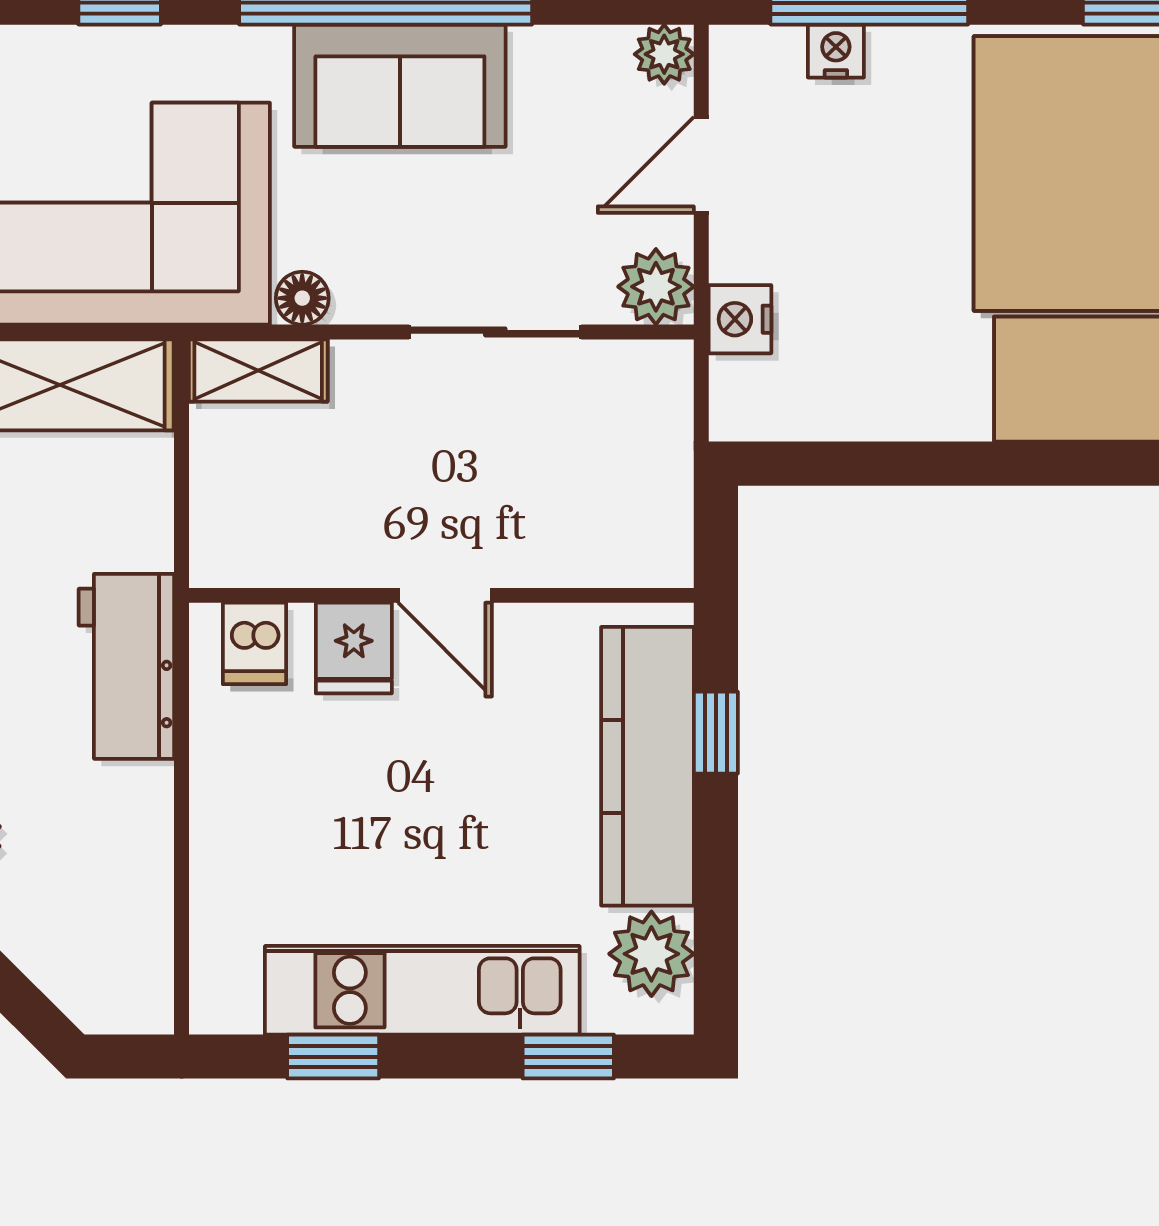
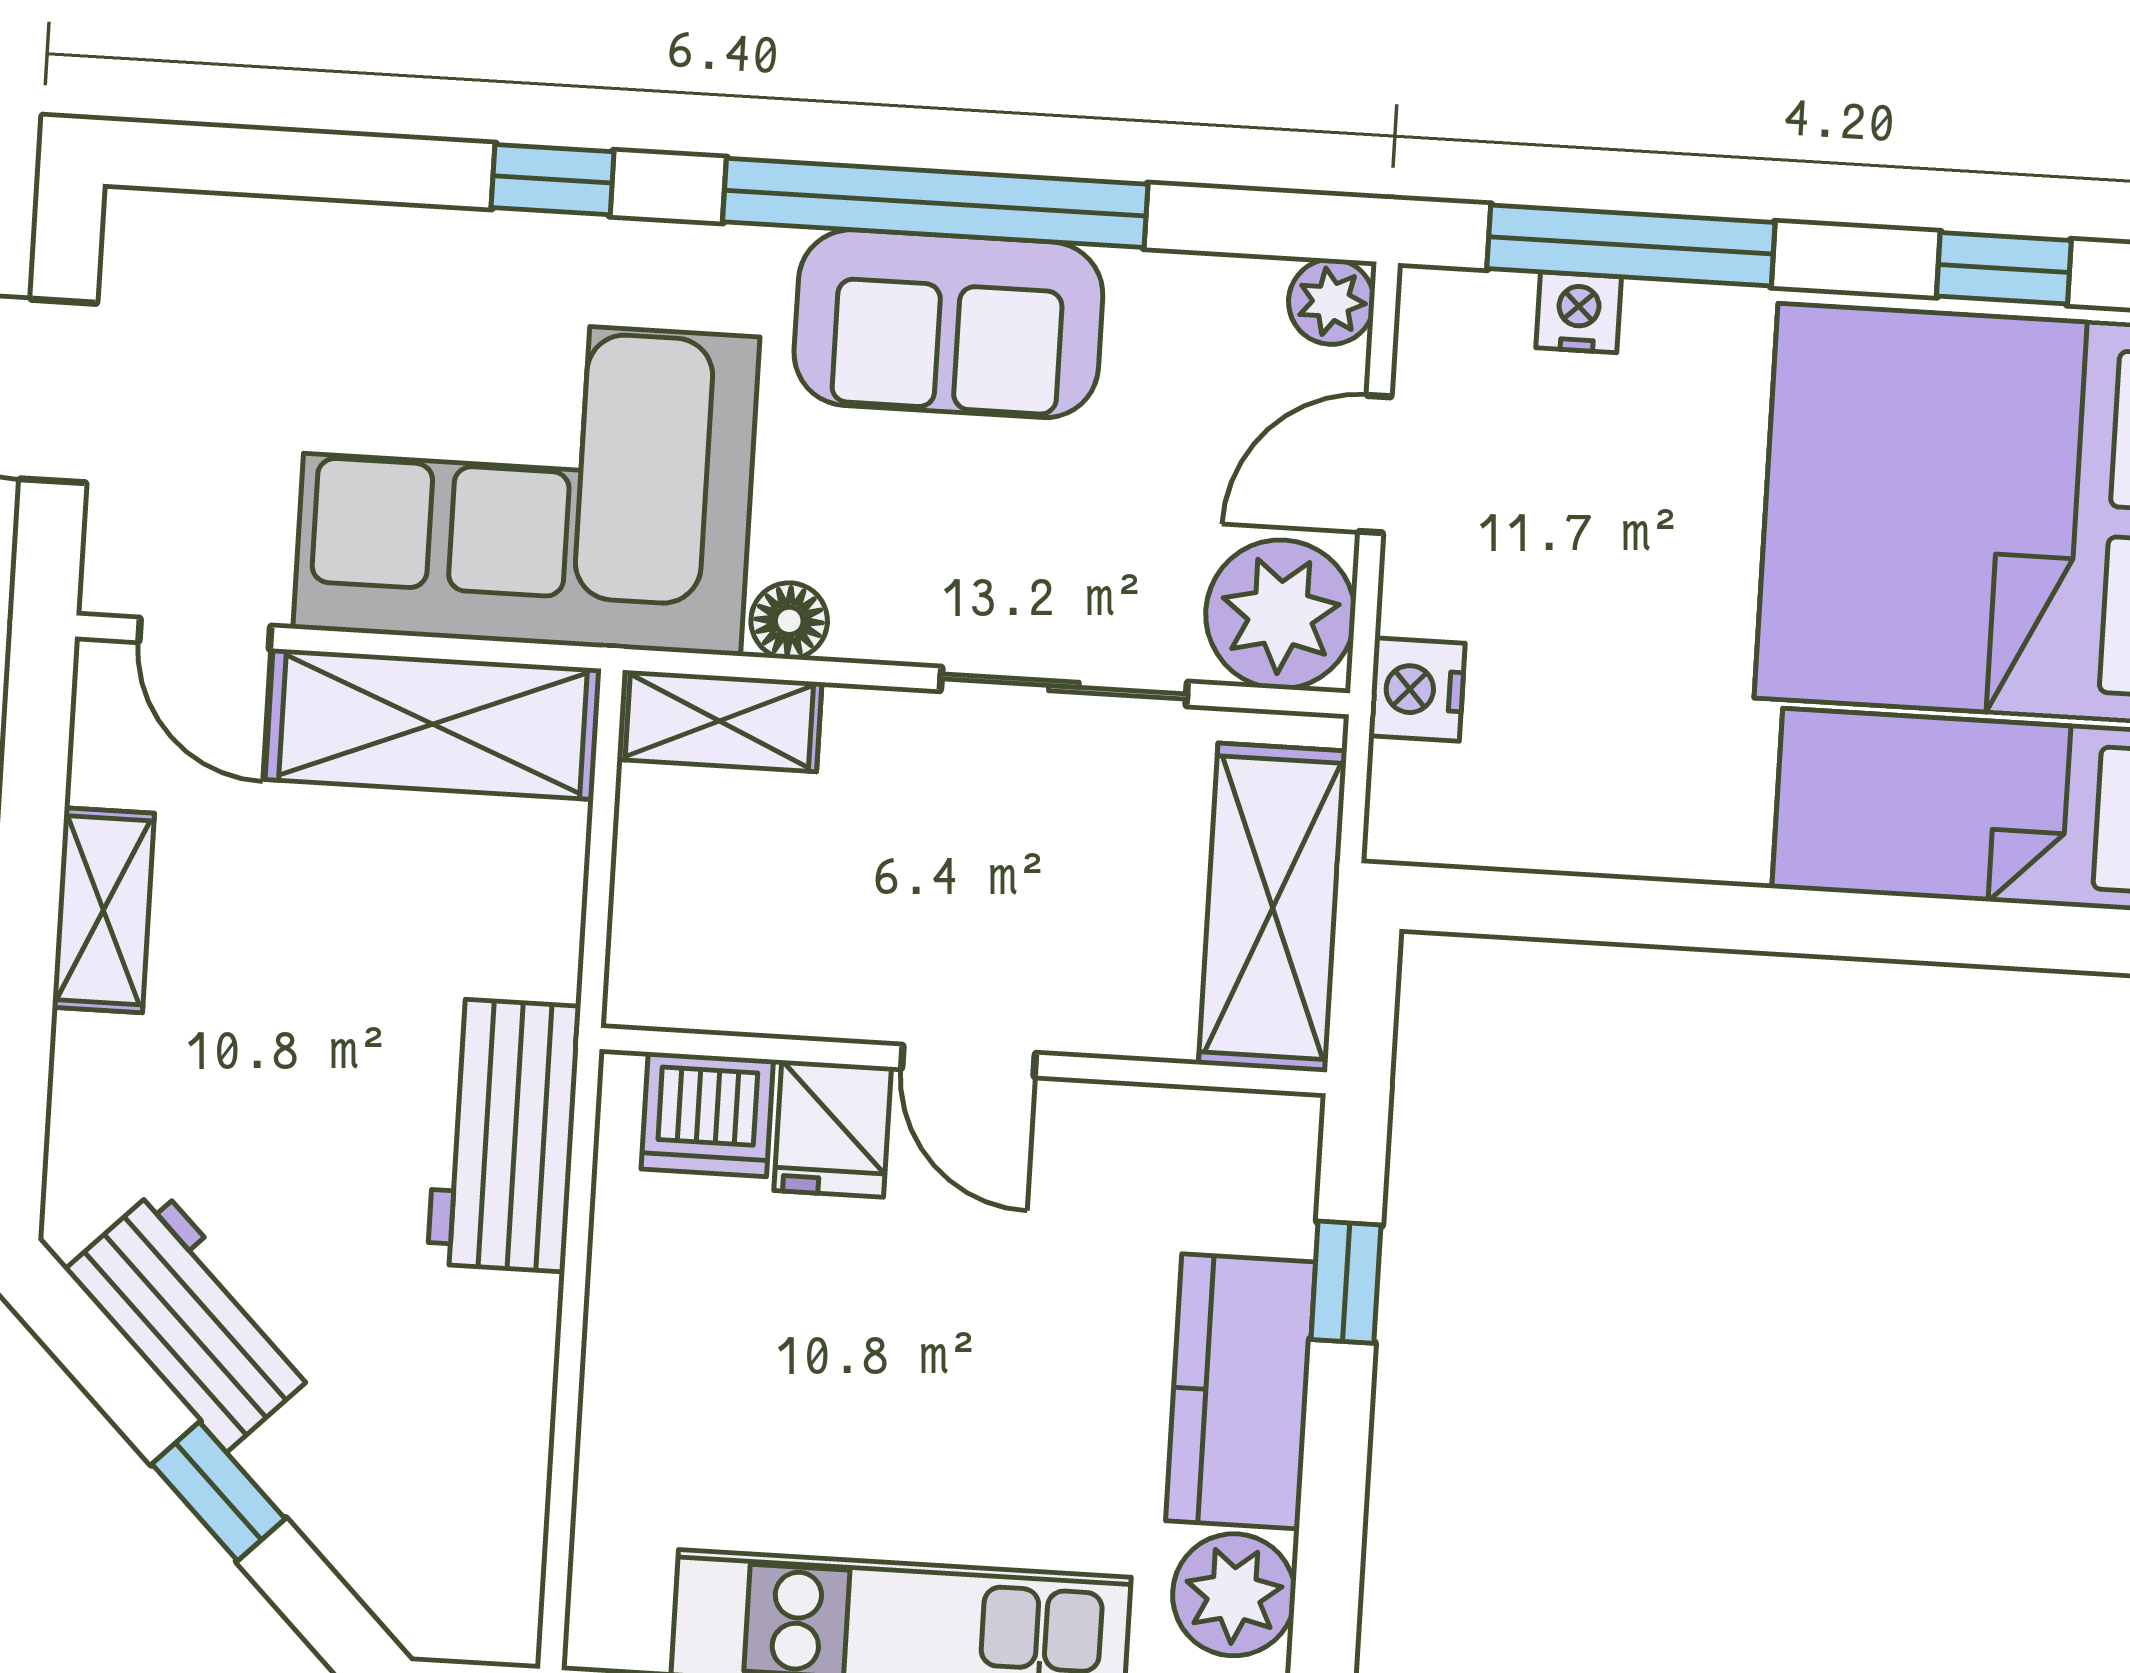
plant: (656, 287) -> (1280, 614), width x1.36, depth x1.36
shelving: (649, 476) -> (1273, 908), added
dishwasher: (255, 643) -> (707, 1114), width x1.38
kitchen counter: (647, 766) -> (1241, 1391), width x0.67

